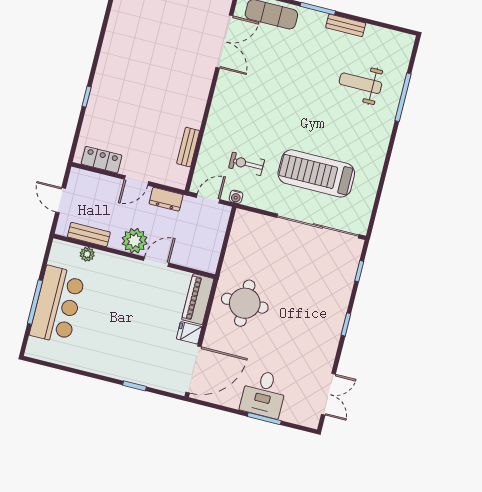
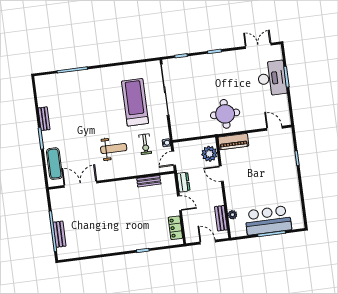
weight bench: (360, 83) -> (114, 149), moved, turned -90
treadmill: (316, 173) -> (135, 102), turned 180
door: (208, 198) -> (174, 158), hinge flipped
door: (61, 200) -> (208, 242), swing flipped
plant: (135, 241) -> (209, 154), moved
fridge: (189, 333) -> (254, 139), removed
door: (193, 369) -> (274, 128), width x0.53
desk: (264, 394) -> (272, 78), width x1.37

